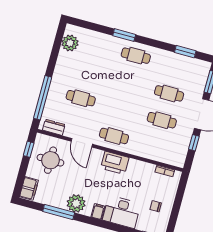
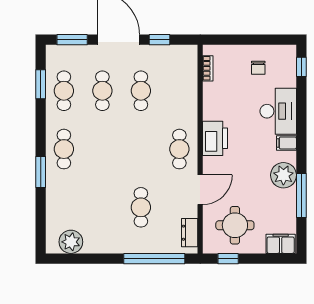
cafe table: (176, 67) -> (64, 91), added

